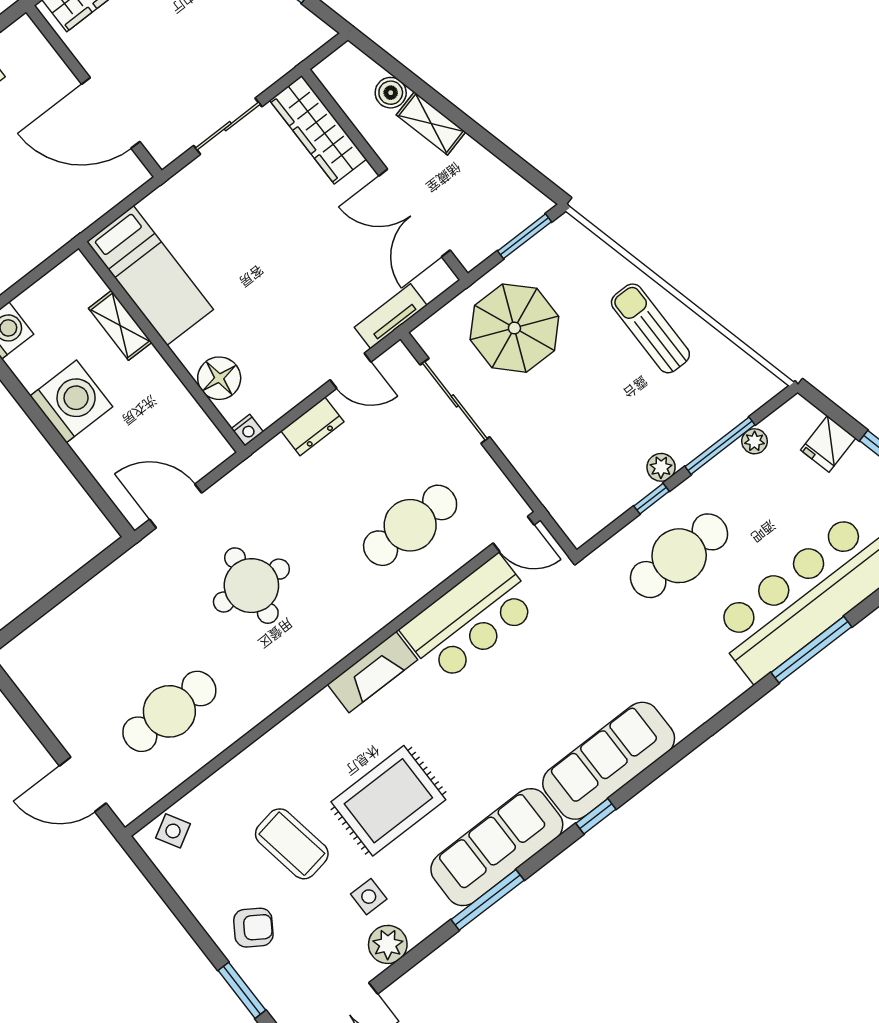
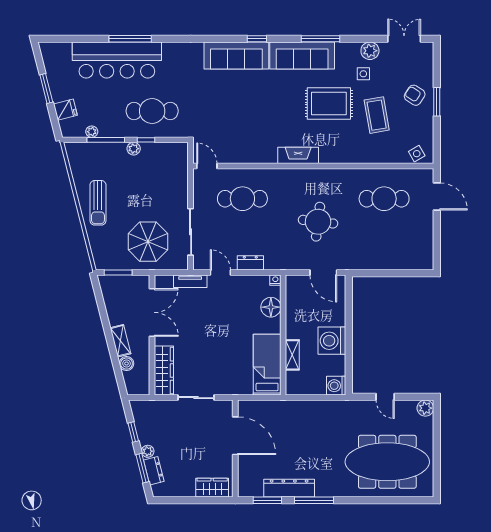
bar counter: (470, 619) -> (247, 147), removed
window: (242, 990) -> (437, 102), moved

